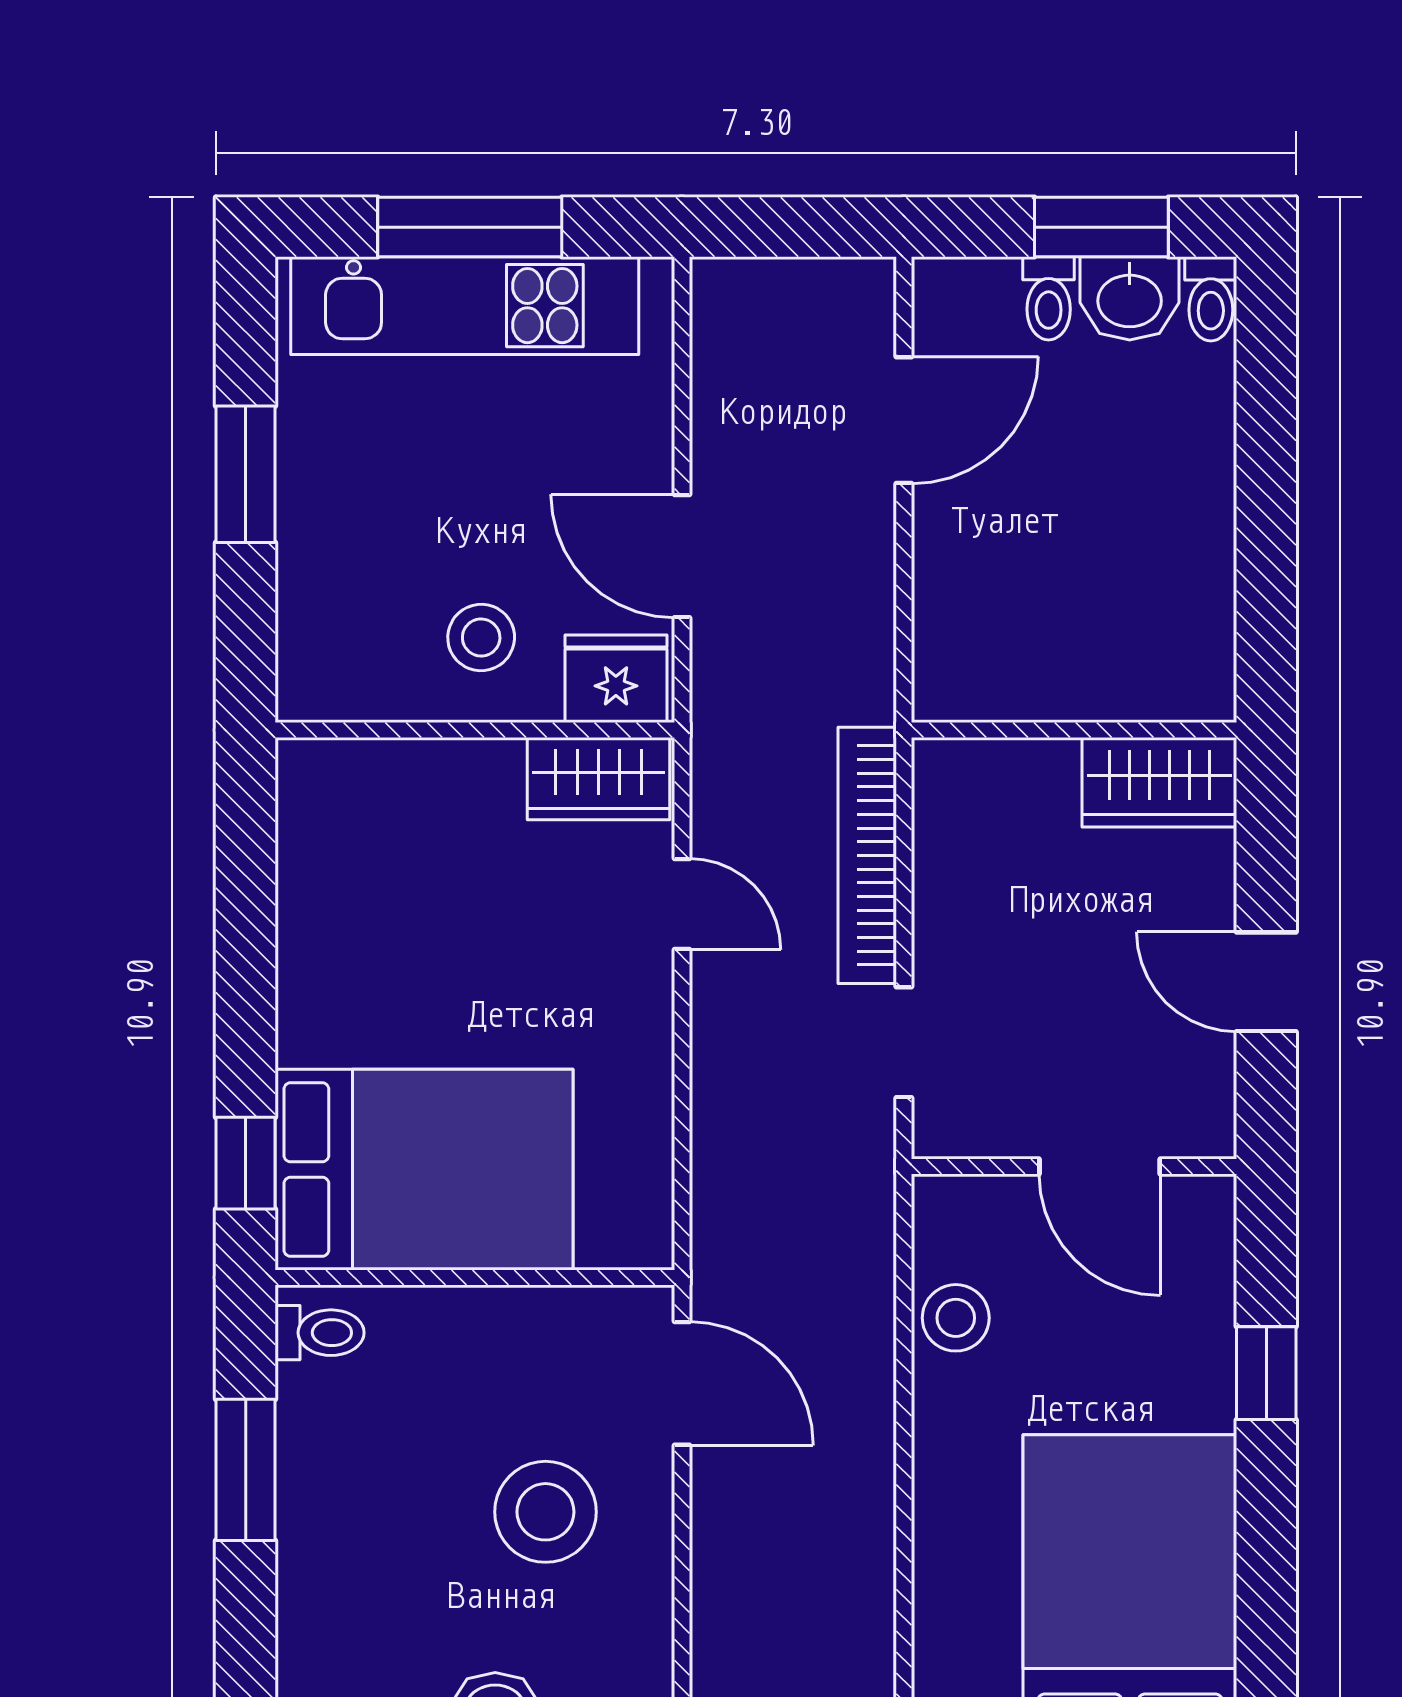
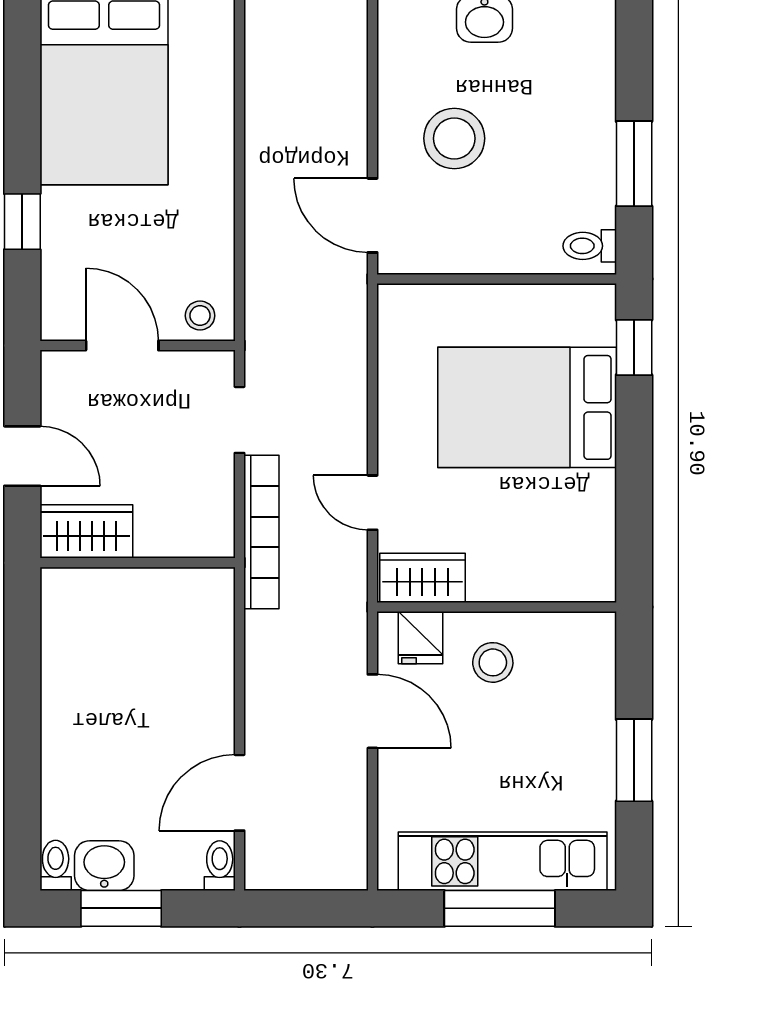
toilet: (1049, 298) -> (220, 866), moved
fridge: (616, 679) -> (420, 638), width x0.72
wall: (1074, 730) -> (138, 563), moved
wardrobe: (1159, 782) -> (86, 531), moved
bed: (424, 1170) -> (527, 407), moved
stool: (956, 1318) -> (200, 316), moved, width x0.73, depth x0.73

